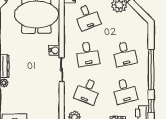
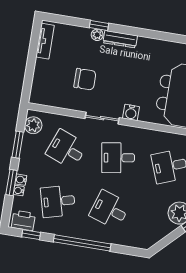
desk: (125, 54) -> (110, 210), turned 30
chair: (36, 86) -> (85, 79), added

